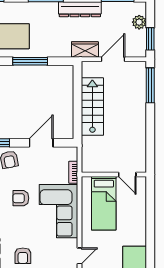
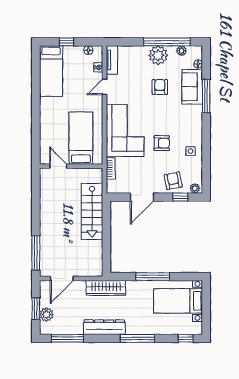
window: (150, 39) -> (36, 309), moved
wardrobe: (85, 50) -> (106, 288), width x1.50
door: (113, 59) -> (62, 278), moved
stairs: (92, 107) -> (92, 211), moved

